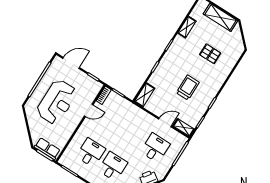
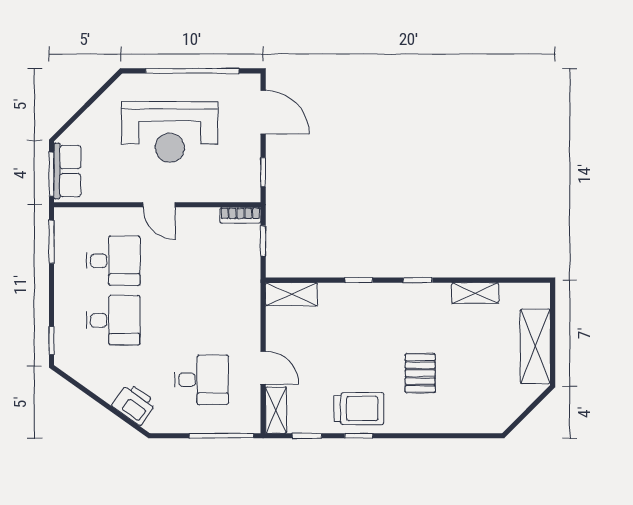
pallet: (210, 54) -> (420, 373), moved
trolley: (188, 88) -> (359, 409), moved
door: (89, 110) -> (159, 205), moved

